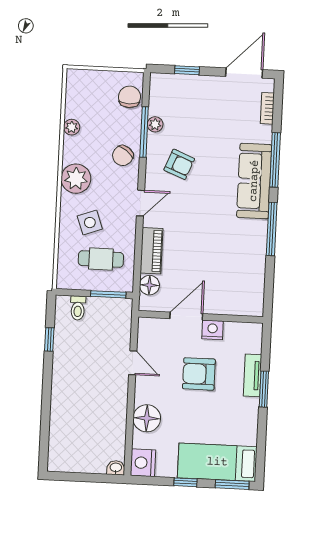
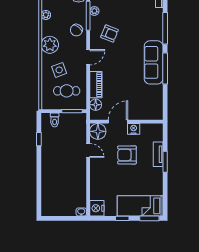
sofa: (254, 181) -> (154, 62), moved
floor lamp: (147, 418) -> (98, 131), moved

